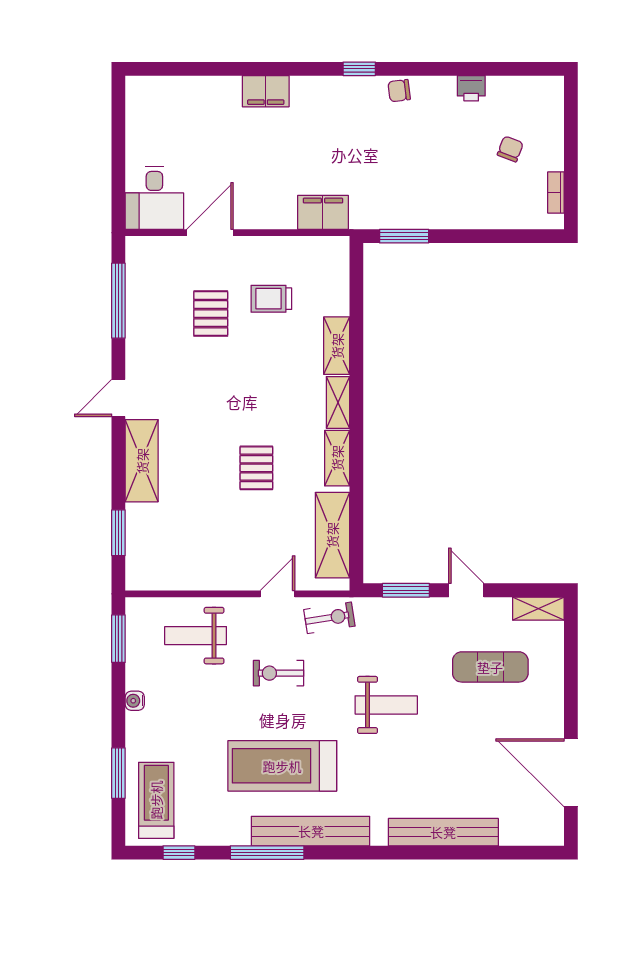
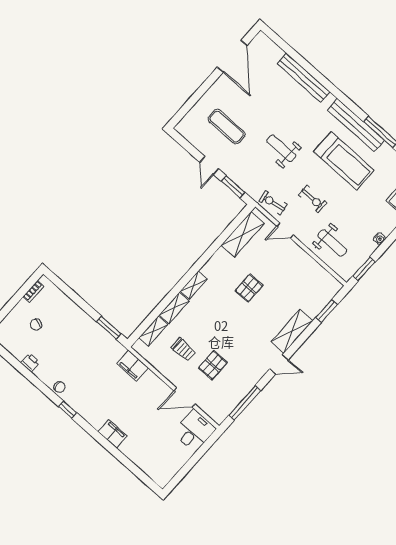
shelving: (337, 458) -> (153, 331), moved
shelving: (538, 609) -> (187, 133), removed

